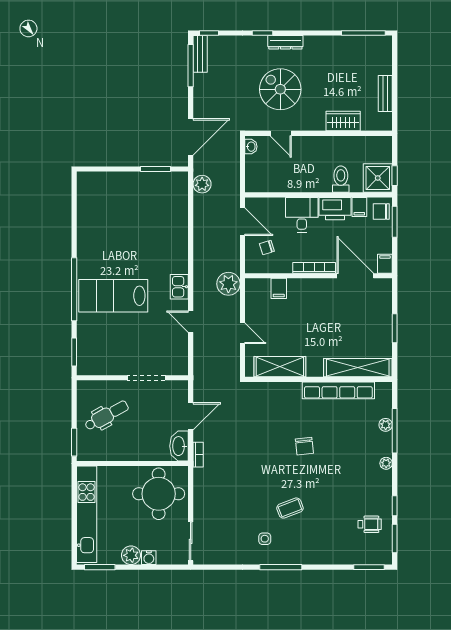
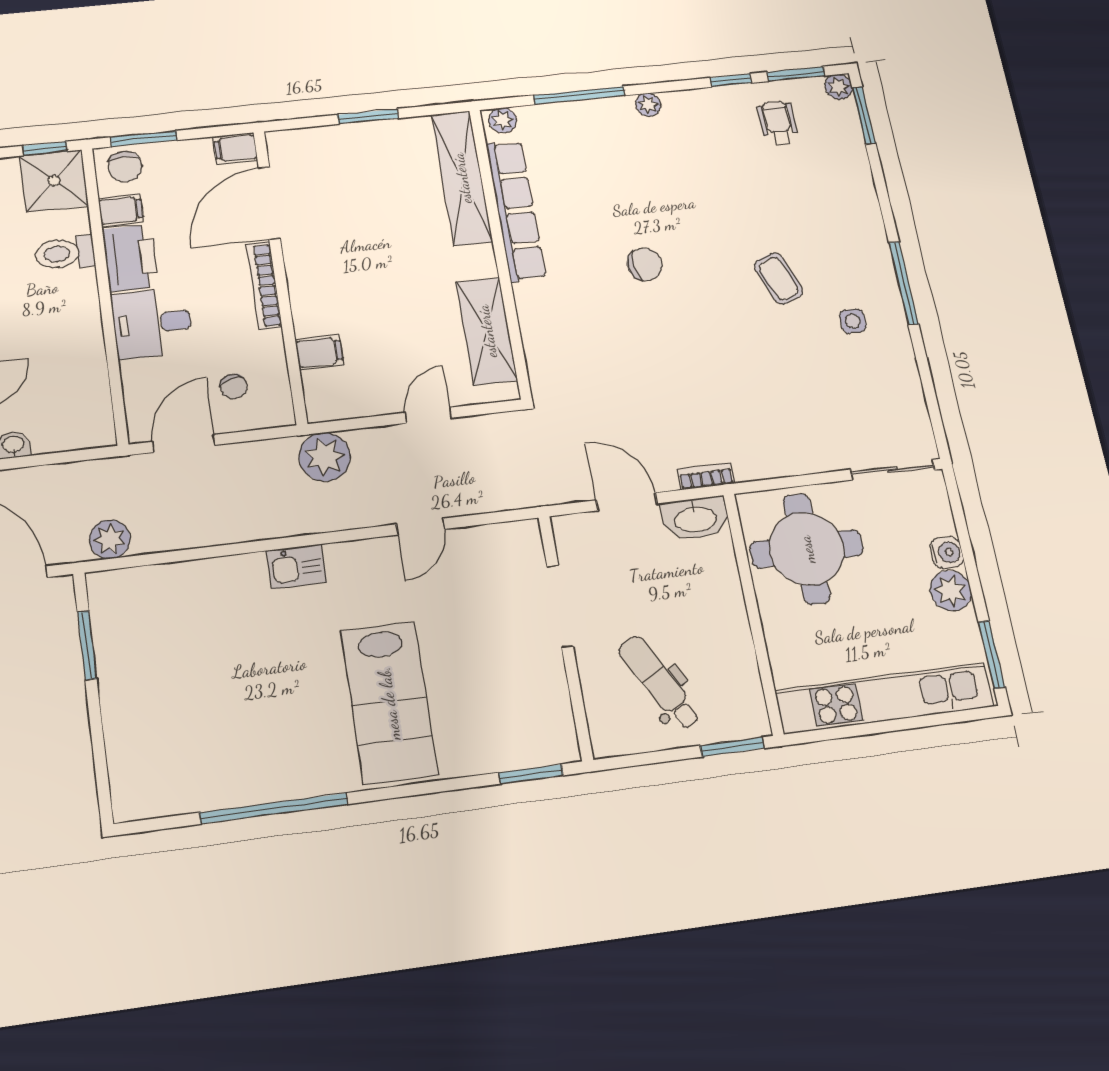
kitchen sink: (179, 287) -> (296, 566), moved
window: (74, 289) -> (274, 808), moved
plant: (386, 425) -> (503, 120), moved
plant: (385, 558) -> (839, 87), added

